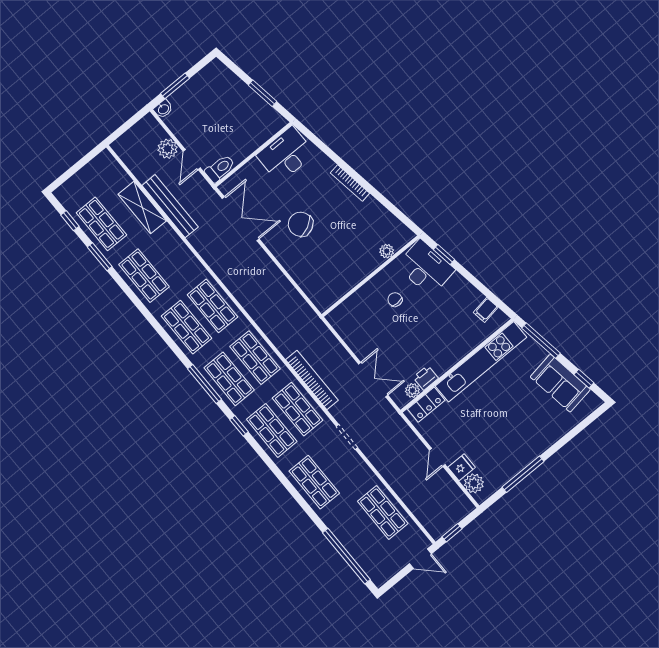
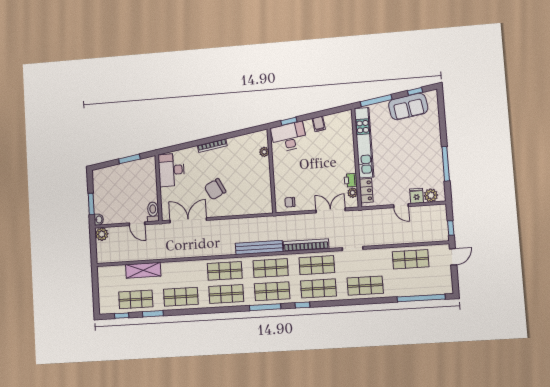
plant: (168, 149) -> (102, 234), moved
bench: (170, 206) -> (259, 247), moved
chair: (395, 300) -> (290, 202), moved
filing cabinet: (486, 310) -> (319, 124), moved

